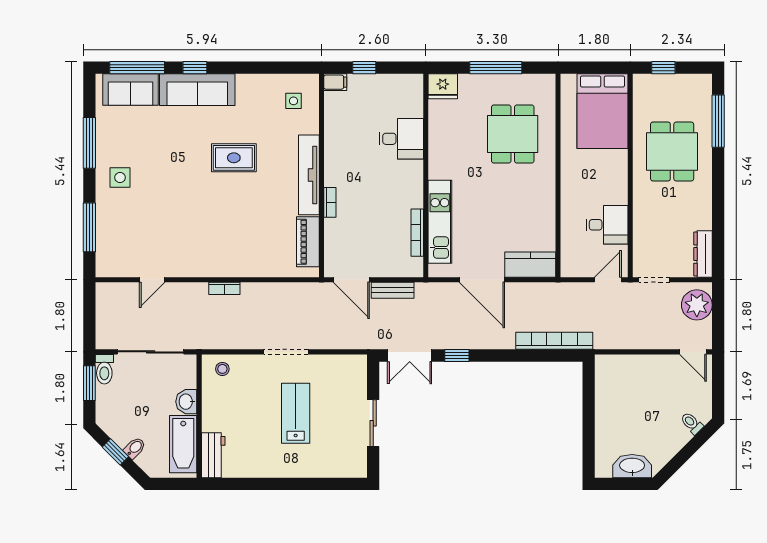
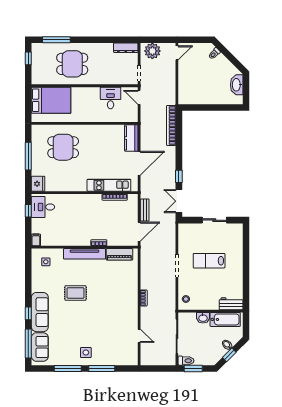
window: (364, 68) -> (28, 211), moved
window: (663, 68) -> (28, 58), moved
desk: (401, 139) -> (43, 207), moved, turned -90
rug: (234, 158) -> (76, 293), turned 90
window: (89, 227) -> (102, 369), moved
double door: (410, 355) -> (179, 201), swing flipped

